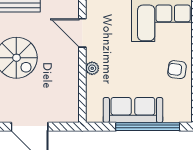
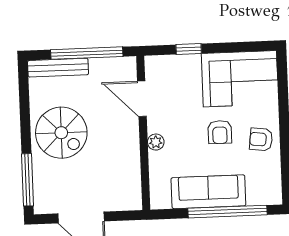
armchair: (144, 62) -> (220, 132), added

